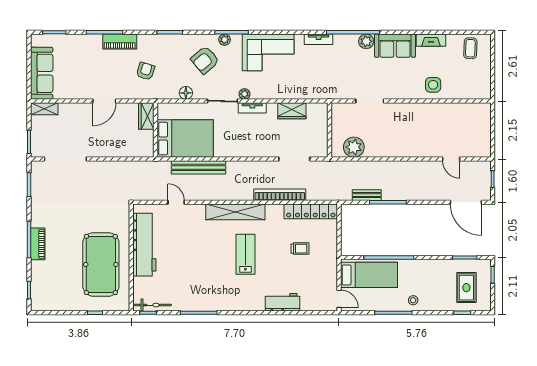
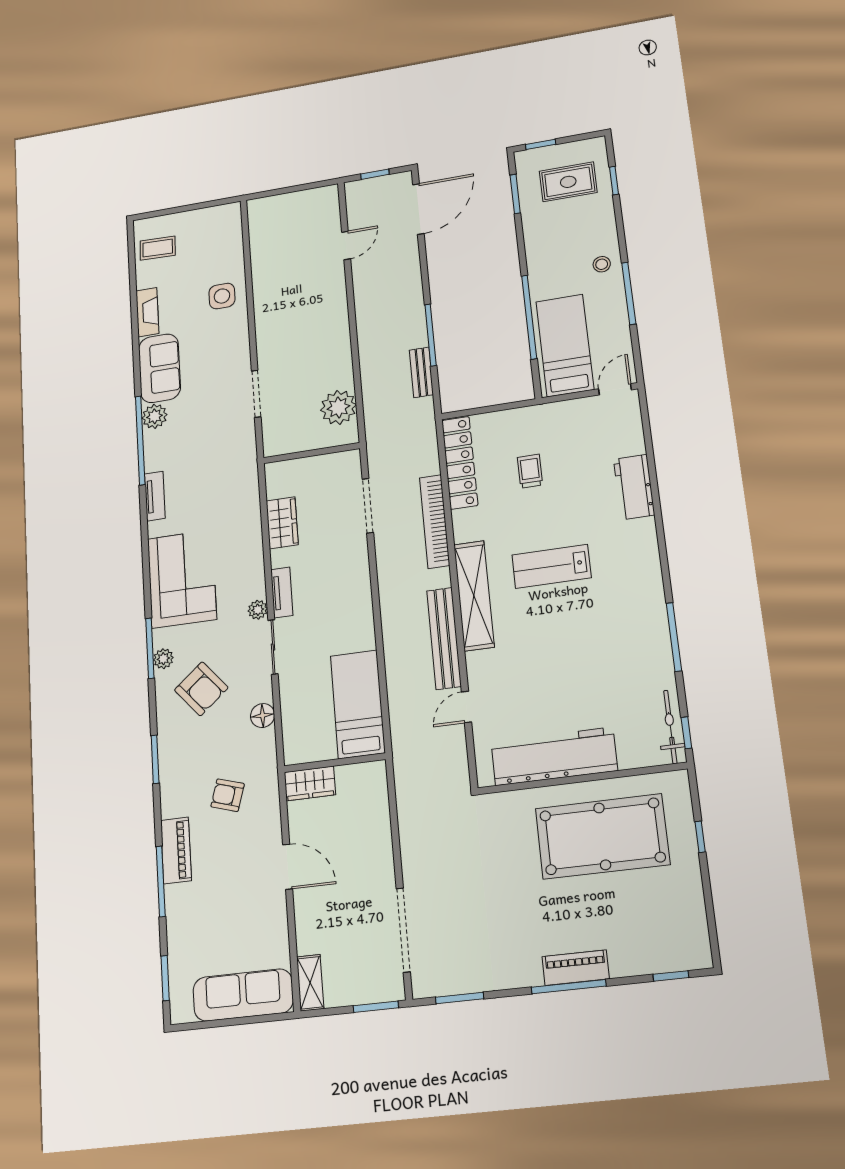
bed: (185, 139) -> (358, 704), width x0.67
bench: (198, 167) -> (444, 638), moved

